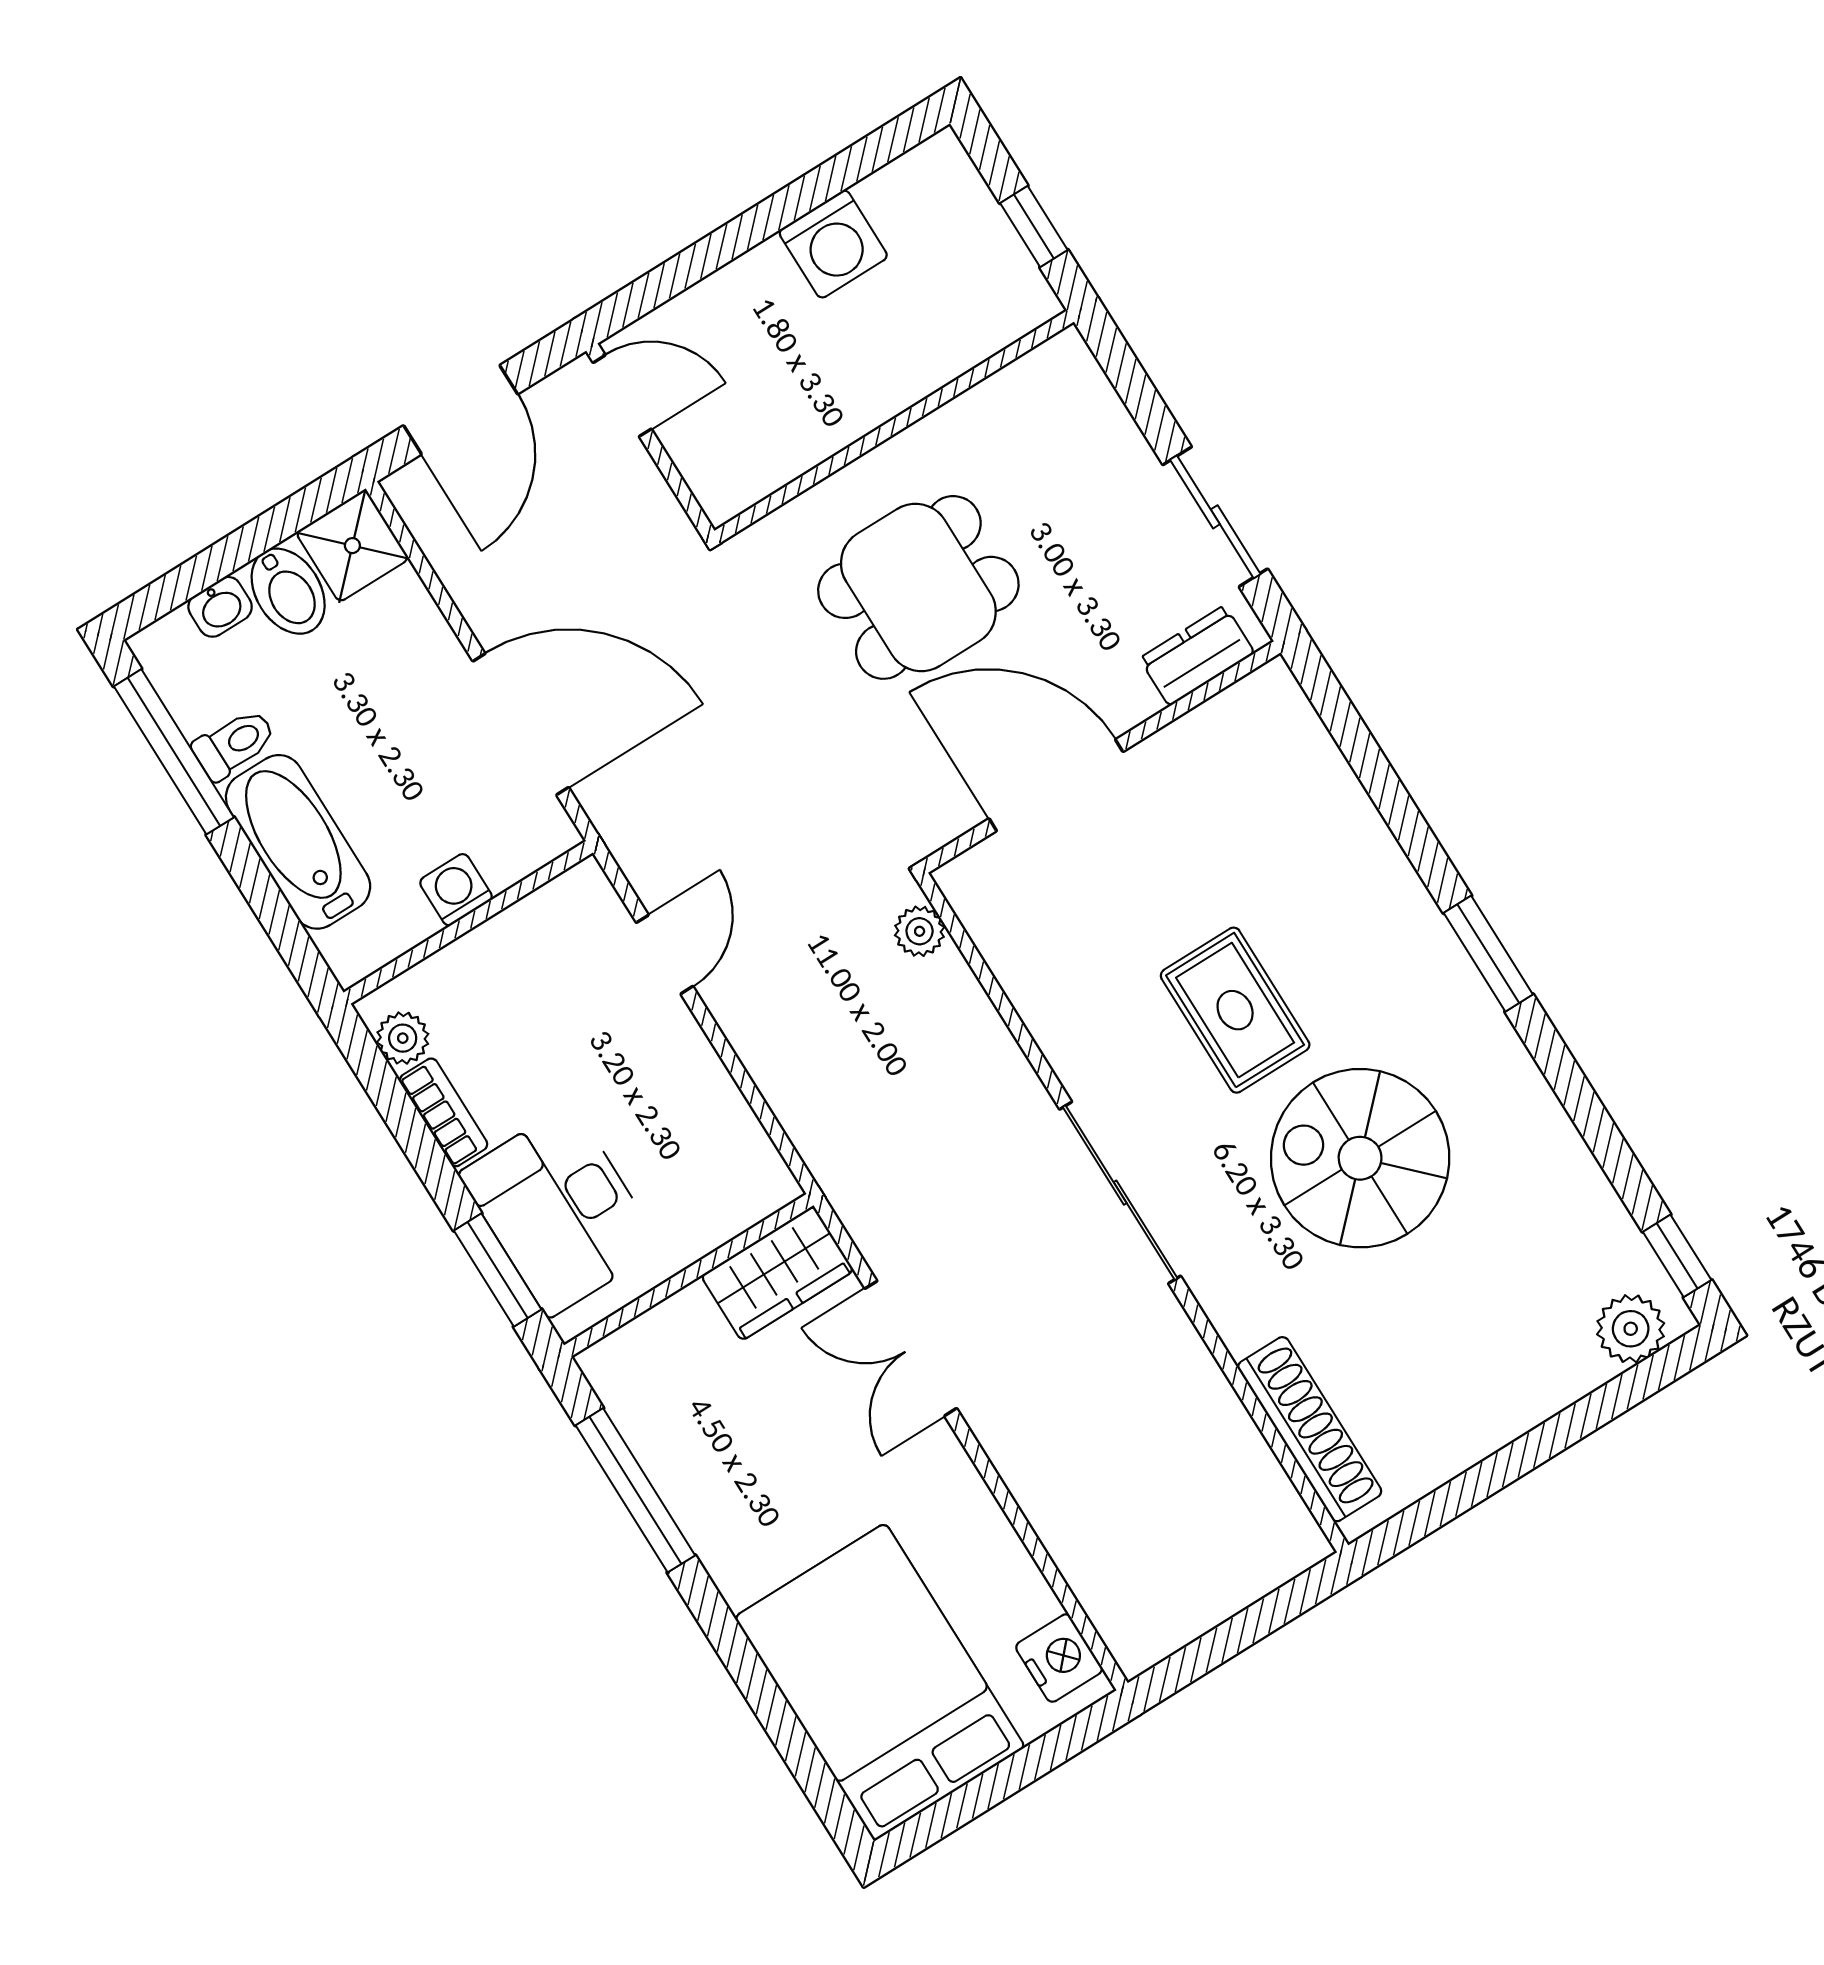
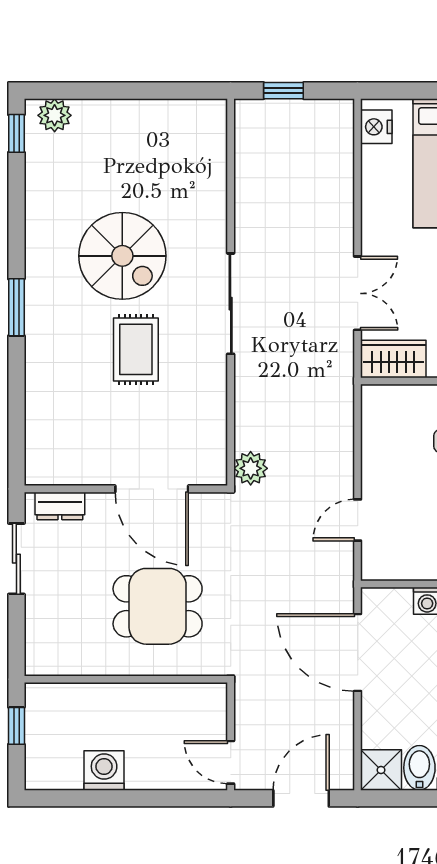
plant: (920, 931) -> (251, 468), width x1.38, depth x1.38
shoe rack: (1310, 1429) -> (213, 157), removed
window: (1259, 1620) -> (284, 91), added

